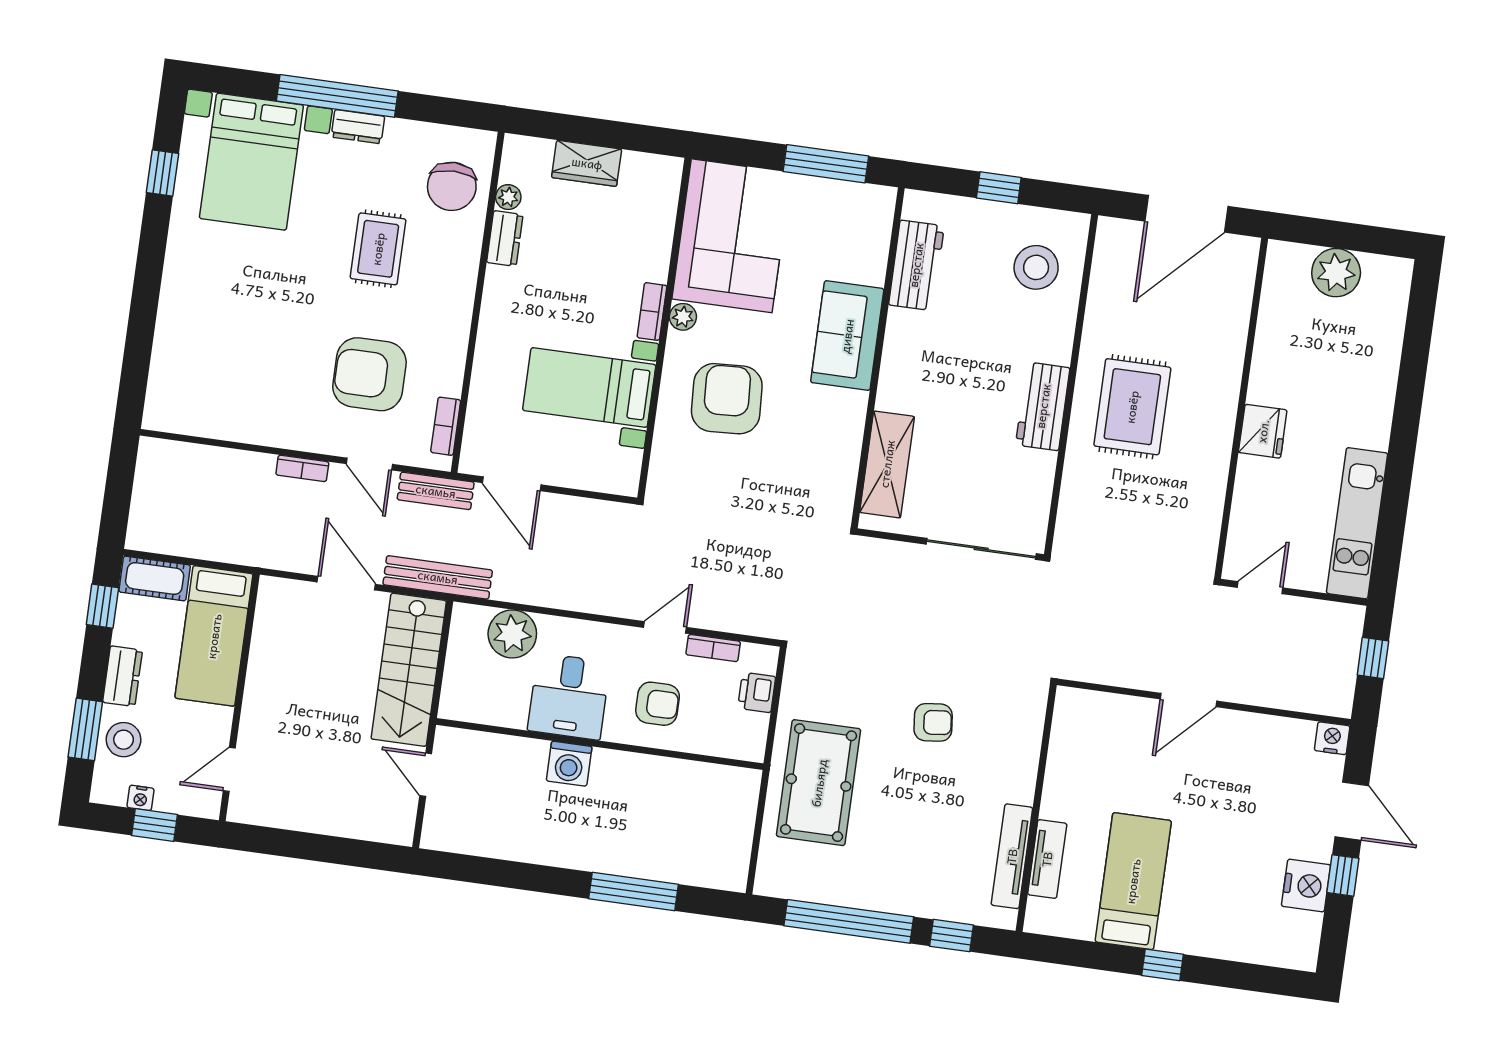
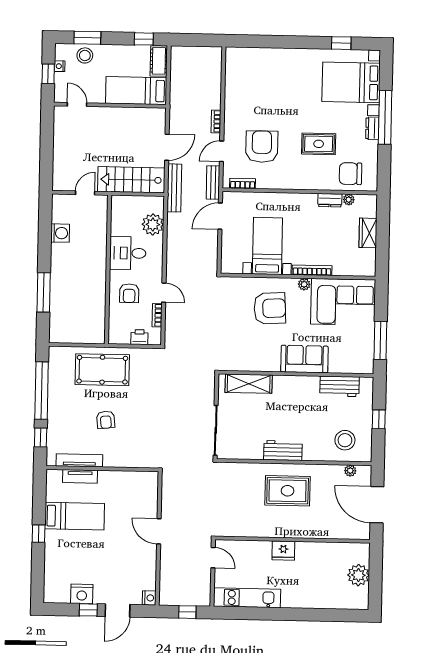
plant: (1104, 264) -> (350, 471), added
bookcase: (652, 312) -> (312, 270), width x1.56
dresser: (123, 676) -> (113, 52), removed
armchair: (933, 722) -> (106, 420), moved
washing machine: (569, 764) -> (60, 233), moved, turned 180

